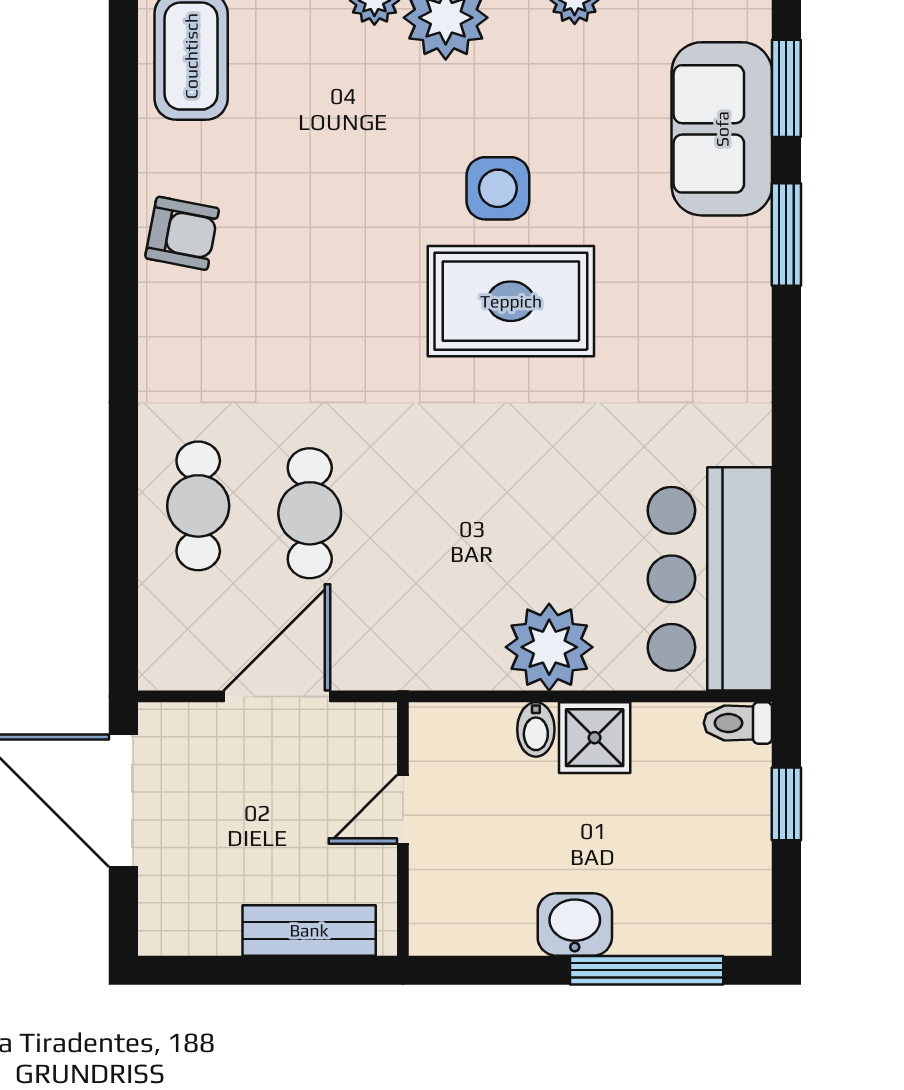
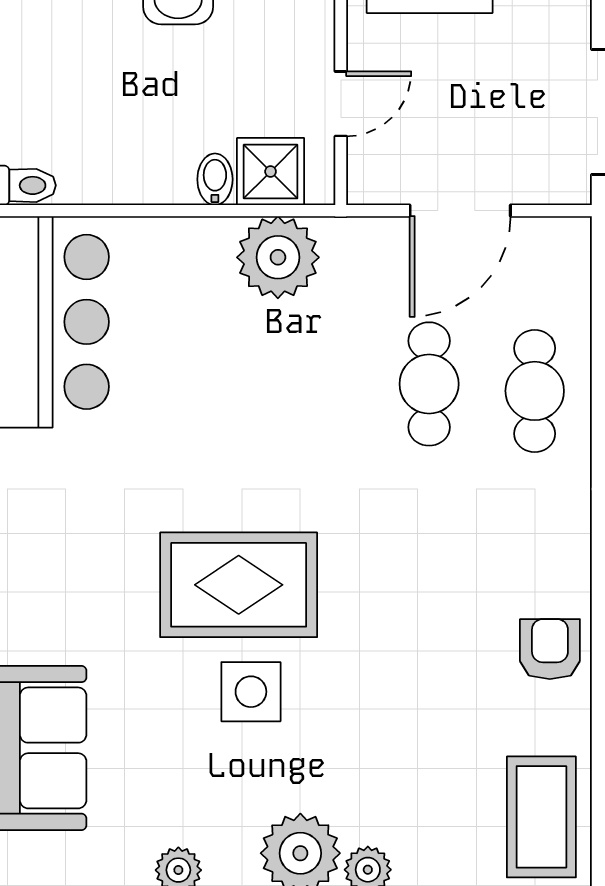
armchair: (182, 233) -> (550, 649), turned 79
plant: (549, 647) -> (278, 257), moved
shower: (595, 738) -> (271, 172), moved

